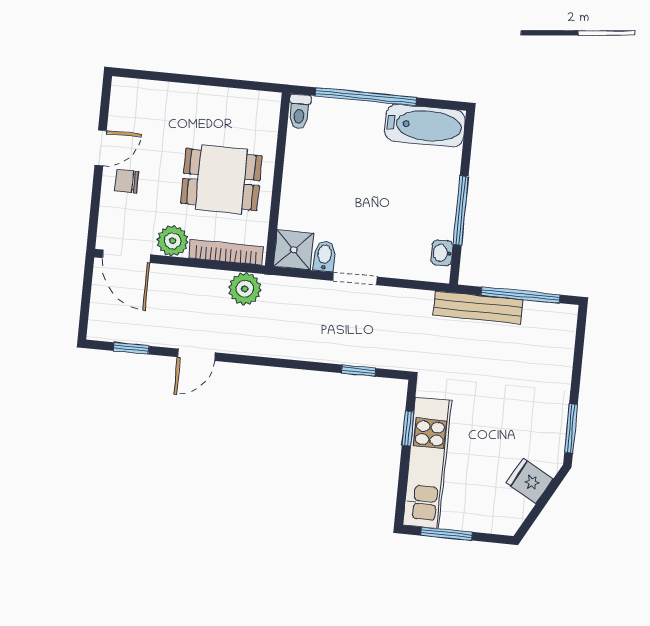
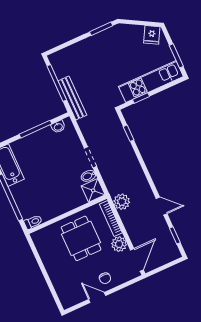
fridge: (530, 481) -> (152, 35), moved

